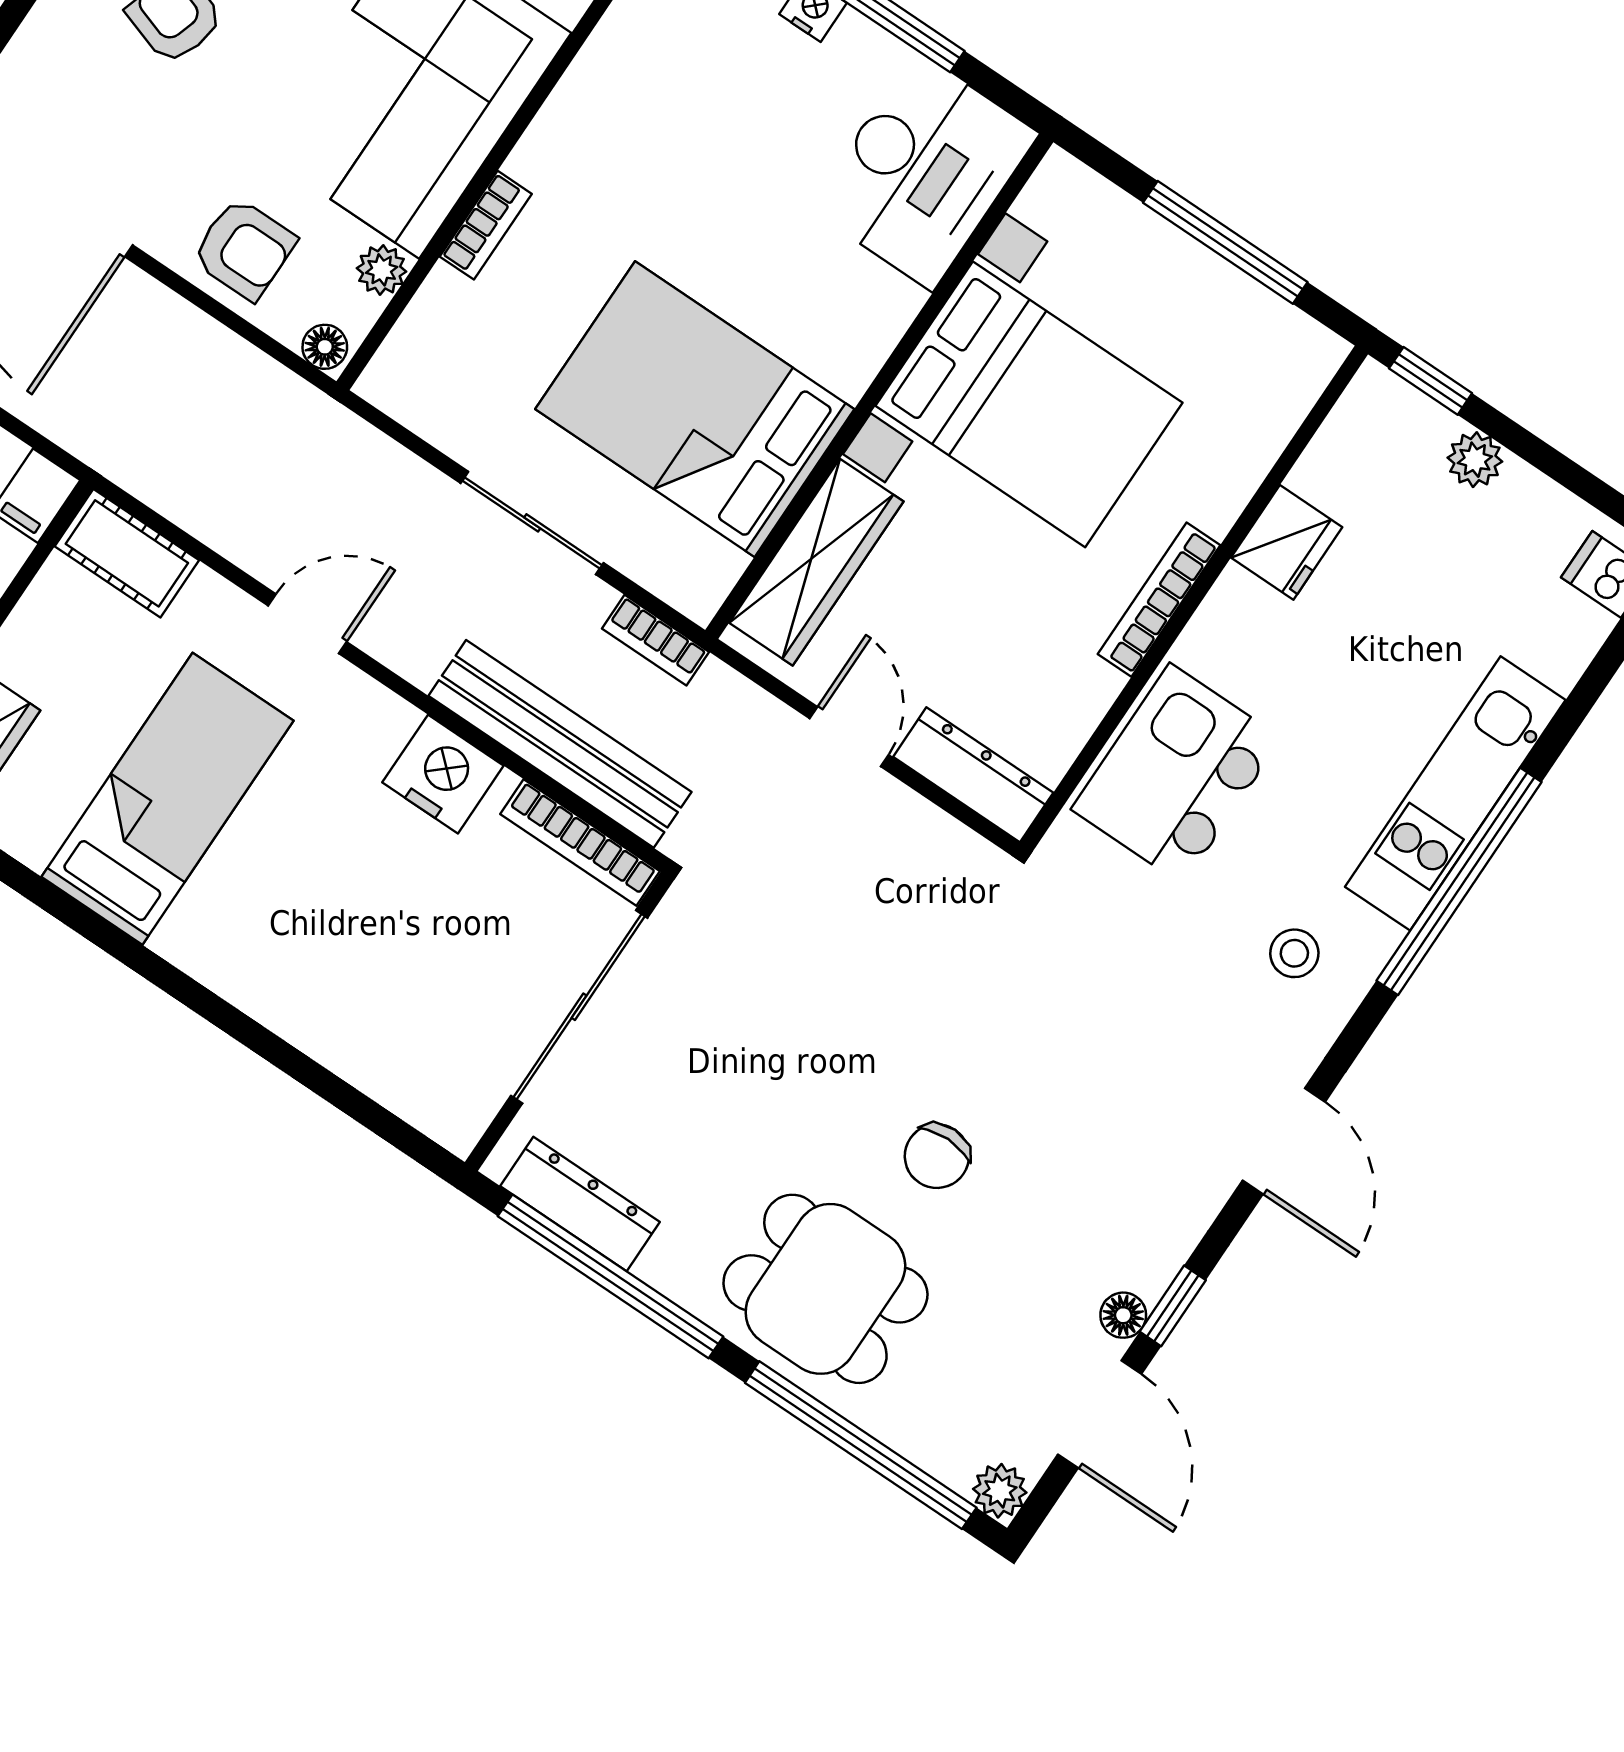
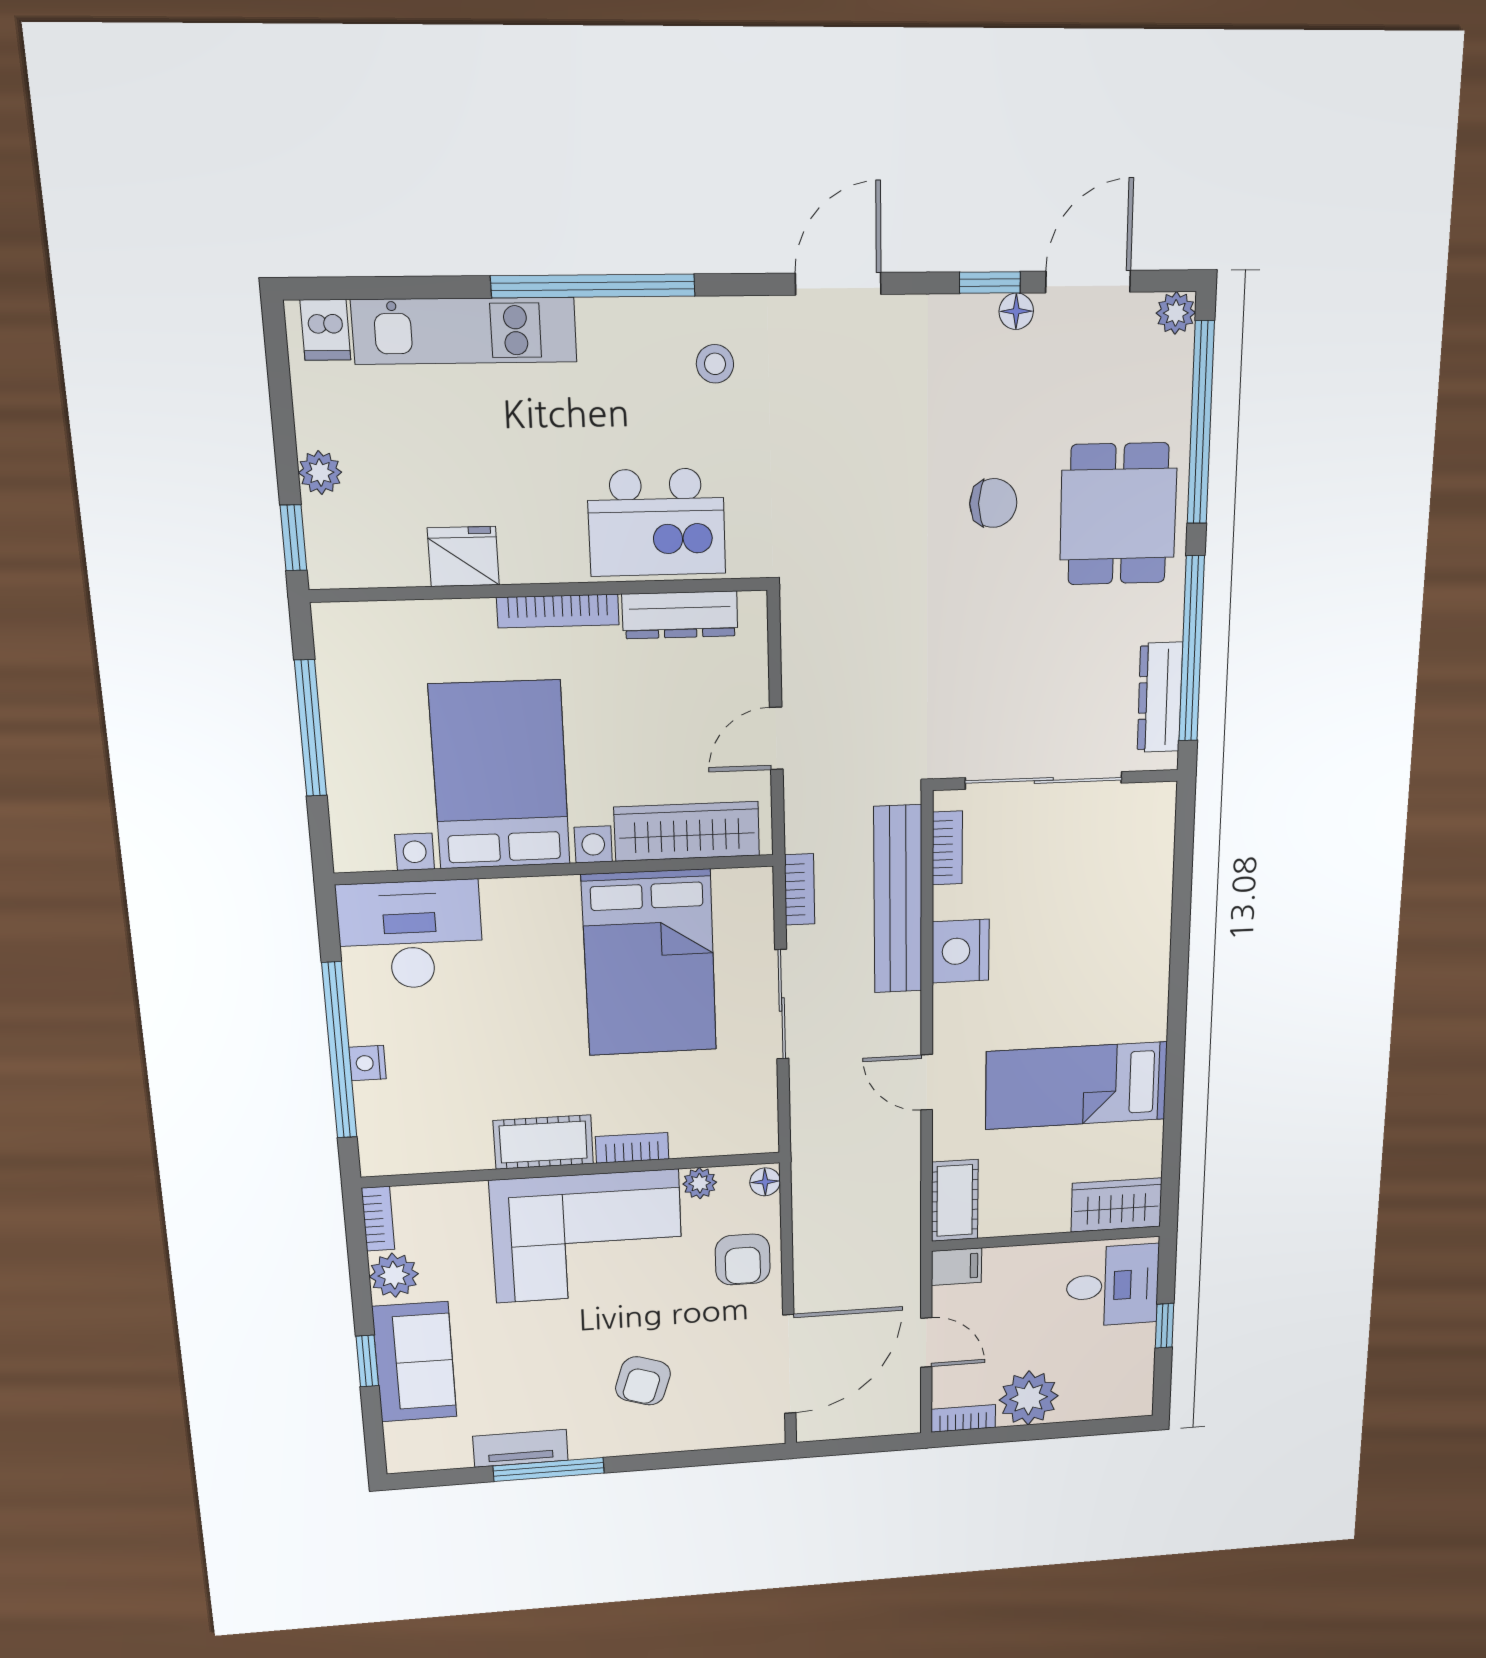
cot: (570, 130) -> (543, 1142), added
armchair: (244, 249) -> (743, 1260), turned 180
dresser: (973, 775) -> (680, 615), moved, turned -90
kitchen unit: (1455, 793) -> (465, 331), moved
bookcase: (580, 843) -> (947, 848), width x0.64

